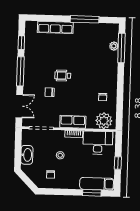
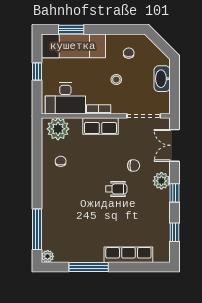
plant: (114, 46) -> (48, 256), moved
window: (20, 71) -> (174, 193), width x0.46
plant: (30, 80) -> (161, 181), added
exam couch: (97, 184) -> (73, 46), width x1.36, depth x1.45

